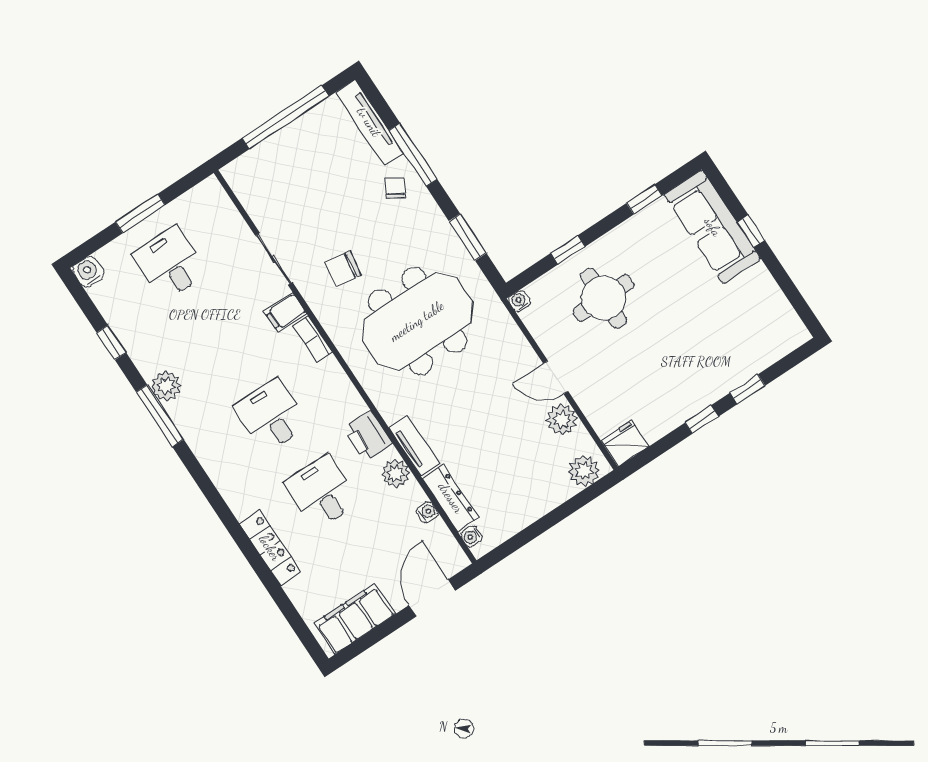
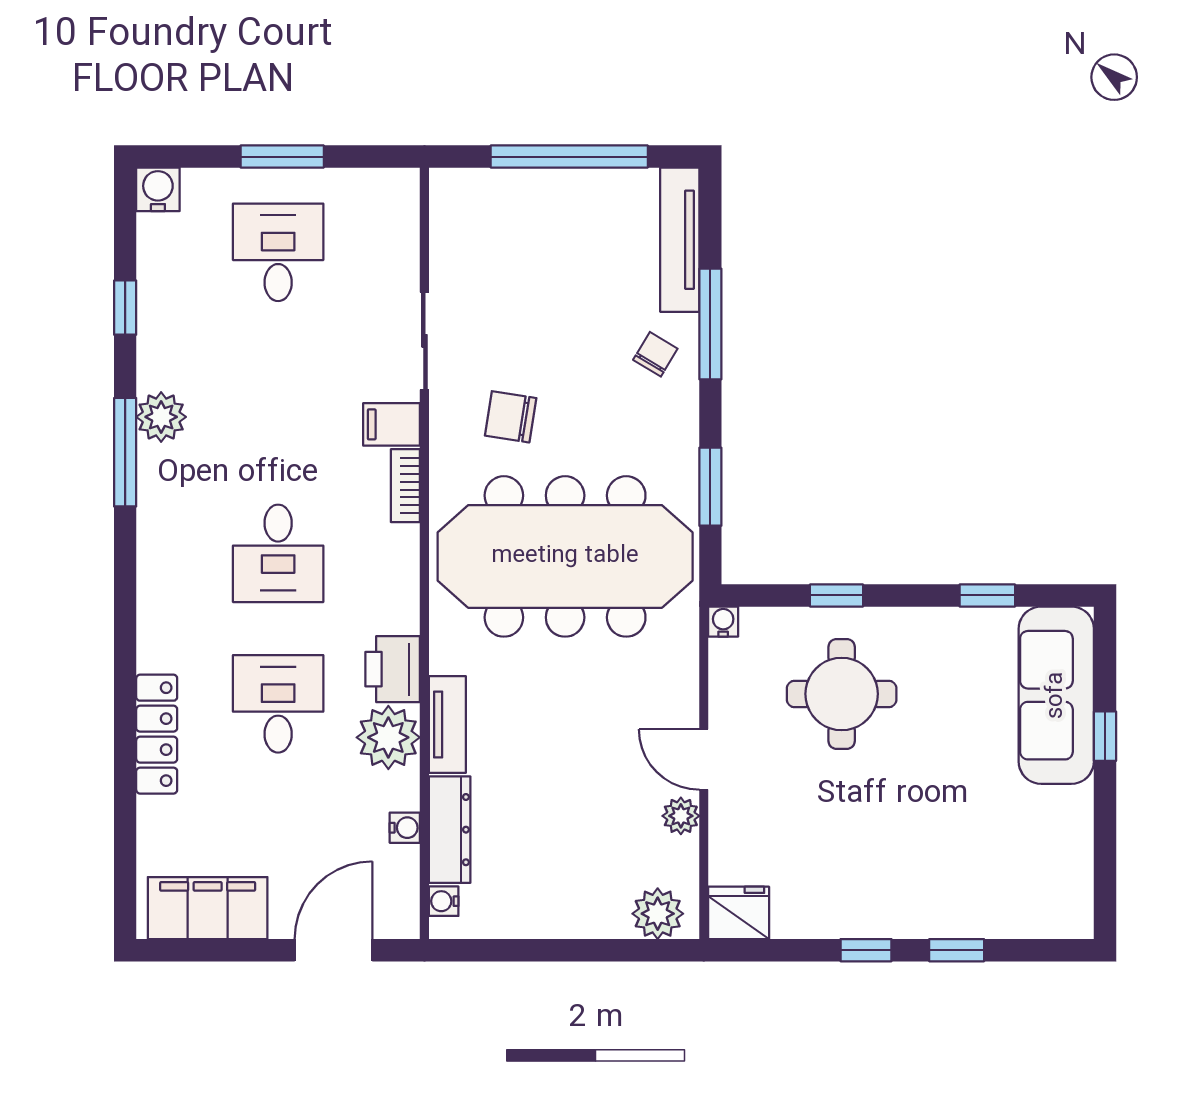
meeting table: (417, 321) -> (565, 556), width x1.36
desk: (271, 416) -> (278, 553), turned 180
plant: (562, 419) -> (681, 816), width x0.73, depth x0.73
plant: (396, 473) -> (388, 737), width x1.36, depth x1.36

